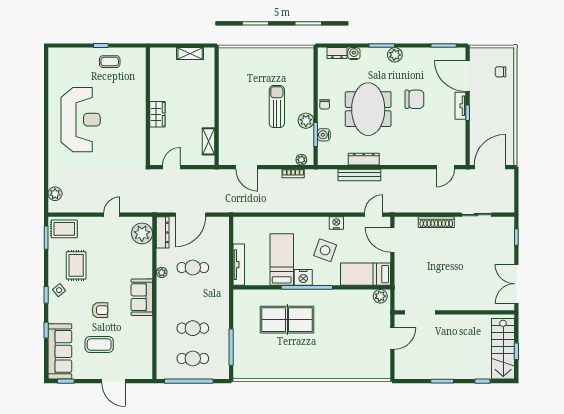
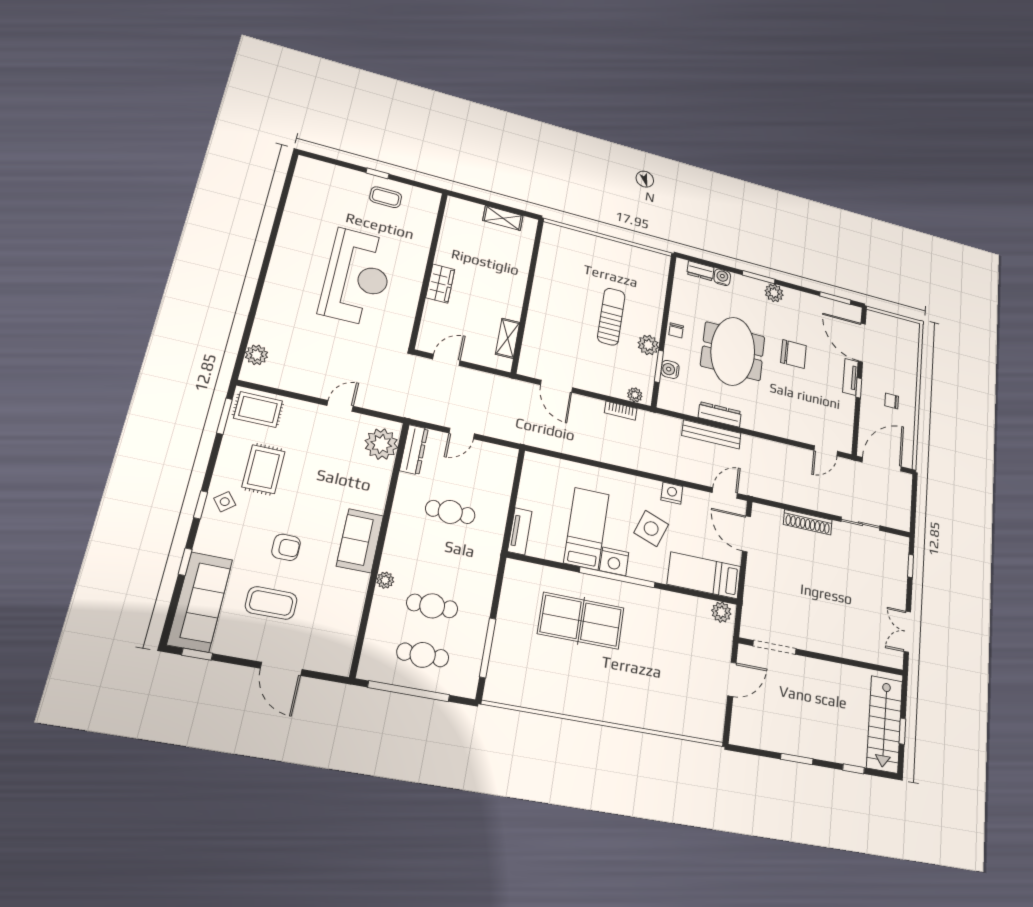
chair: (500, 72) -> (892, 401), moved
reception desk: (81, 120) -> (357, 277), moved
door: (190, 215) -> (462, 433), width x0.53
tv unit: (239, 265) -> (520, 531), width x0.71
plant: (162, 272) -> (385, 580), moved
double door: (516, 284) -> (907, 632), width x0.73

